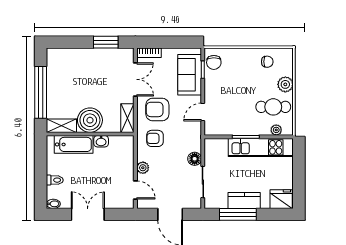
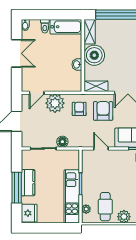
bathtub: (74, 144) -> (66, 27), moved, turned -90
plant: (143, 168) -> (55, 103), width x1.87, depth x1.87
window: (238, 214) -> (17, 188), moved

